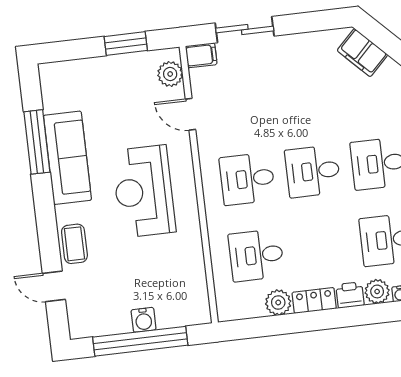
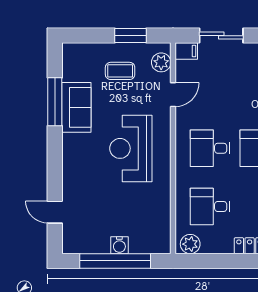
door: (190, 114) -> (173, 95), swing flipped
sofa: (67, 158) -> (76, 107), width x0.73
coffee table: (74, 244) -> (120, 71), moved, turned 90
plant: (278, 303) -> (190, 244), moved

